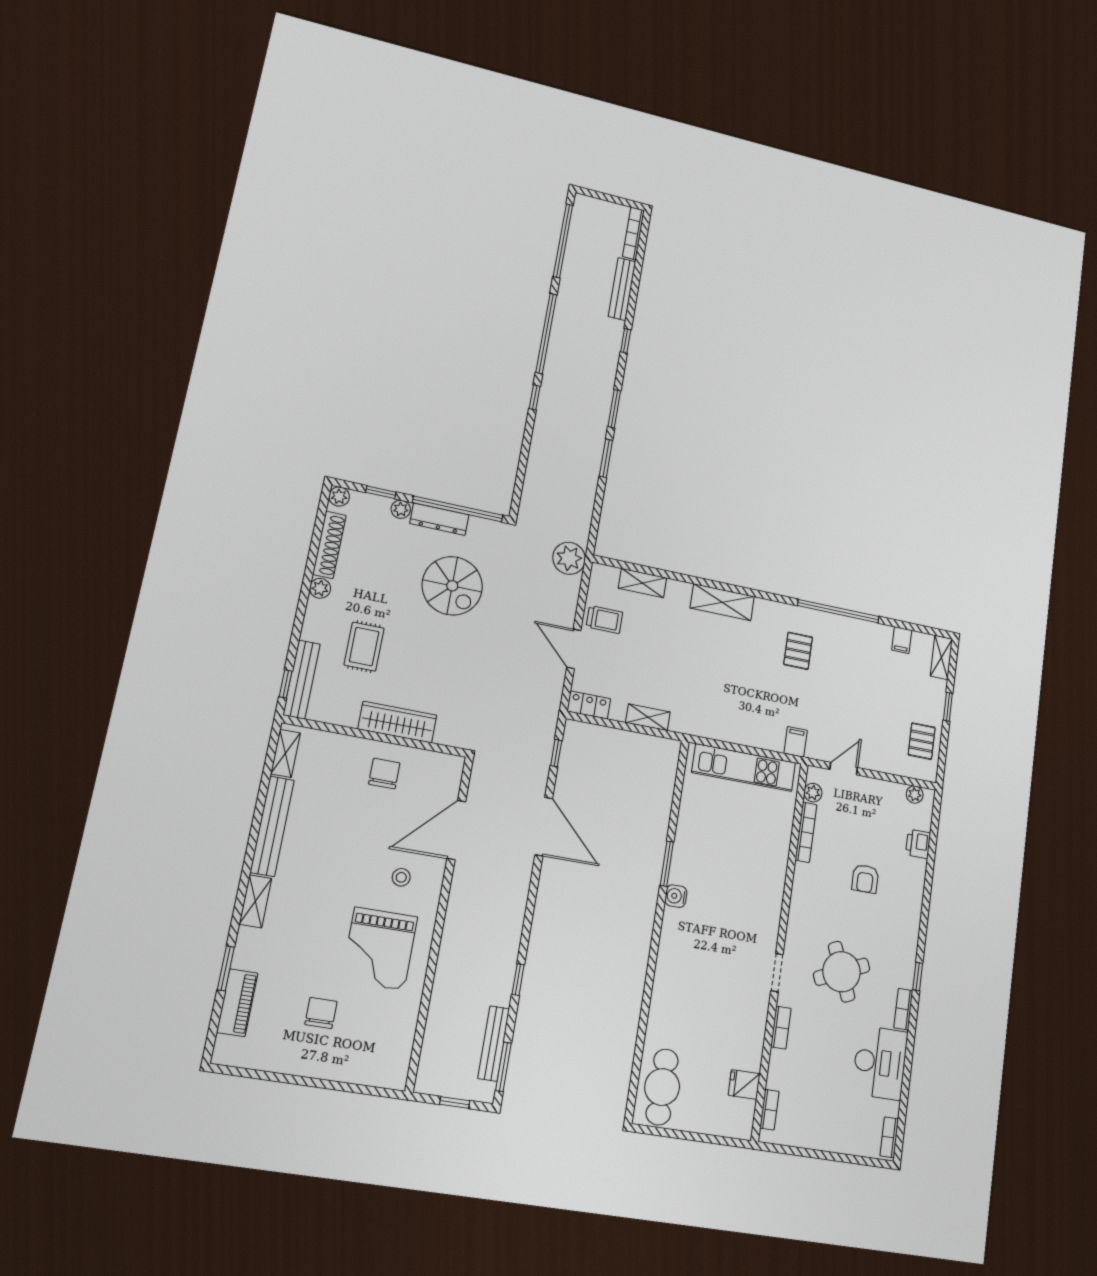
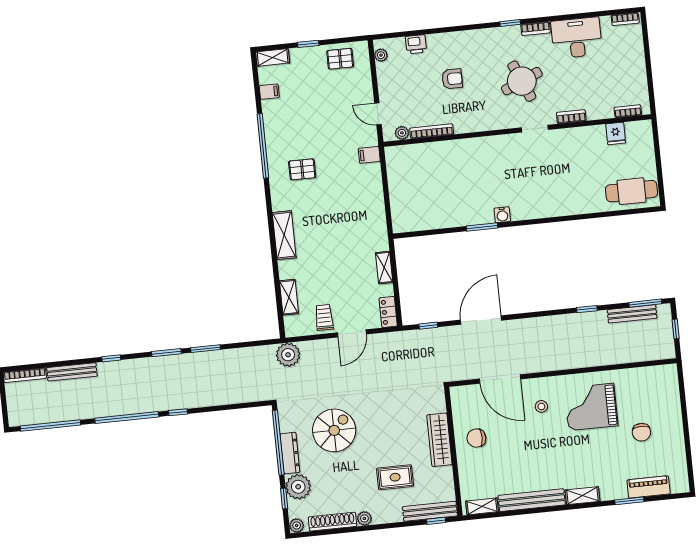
plant: (401, 509) -> (298, 487), width x1.87, depth x1.87
kitchen unit: (744, 768) -> (399, 189), removed
grand piano: (379, 949) -> (591, 407), turned 180
chair: (321, 1013) -> (641, 432), turned -90

